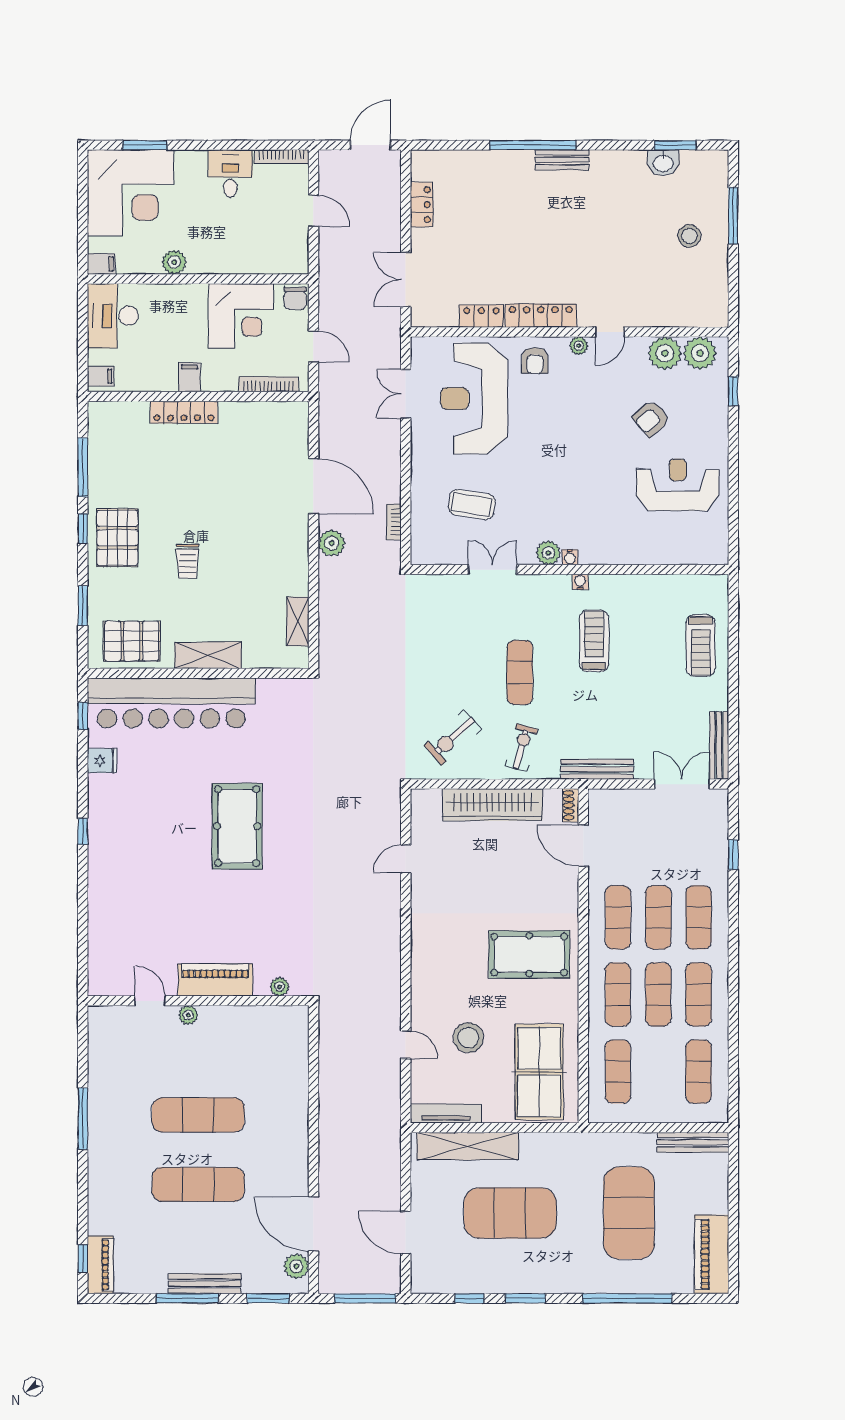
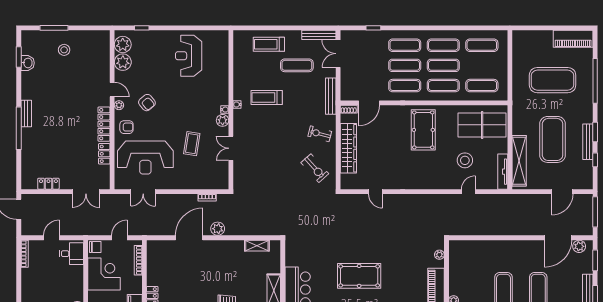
desk: (230, 173) -> (71, 254), moved, turned 180
armchair: (651, 418) -> (147, 103), moved
coffee table: (472, 505) -> (192, 144), moved
treadmill: (701, 646) -> (269, 44), turned 180
exercise mat: (520, 673) -> (297, 65), moved
bench: (693, 1142) -> (588, 142), moved

